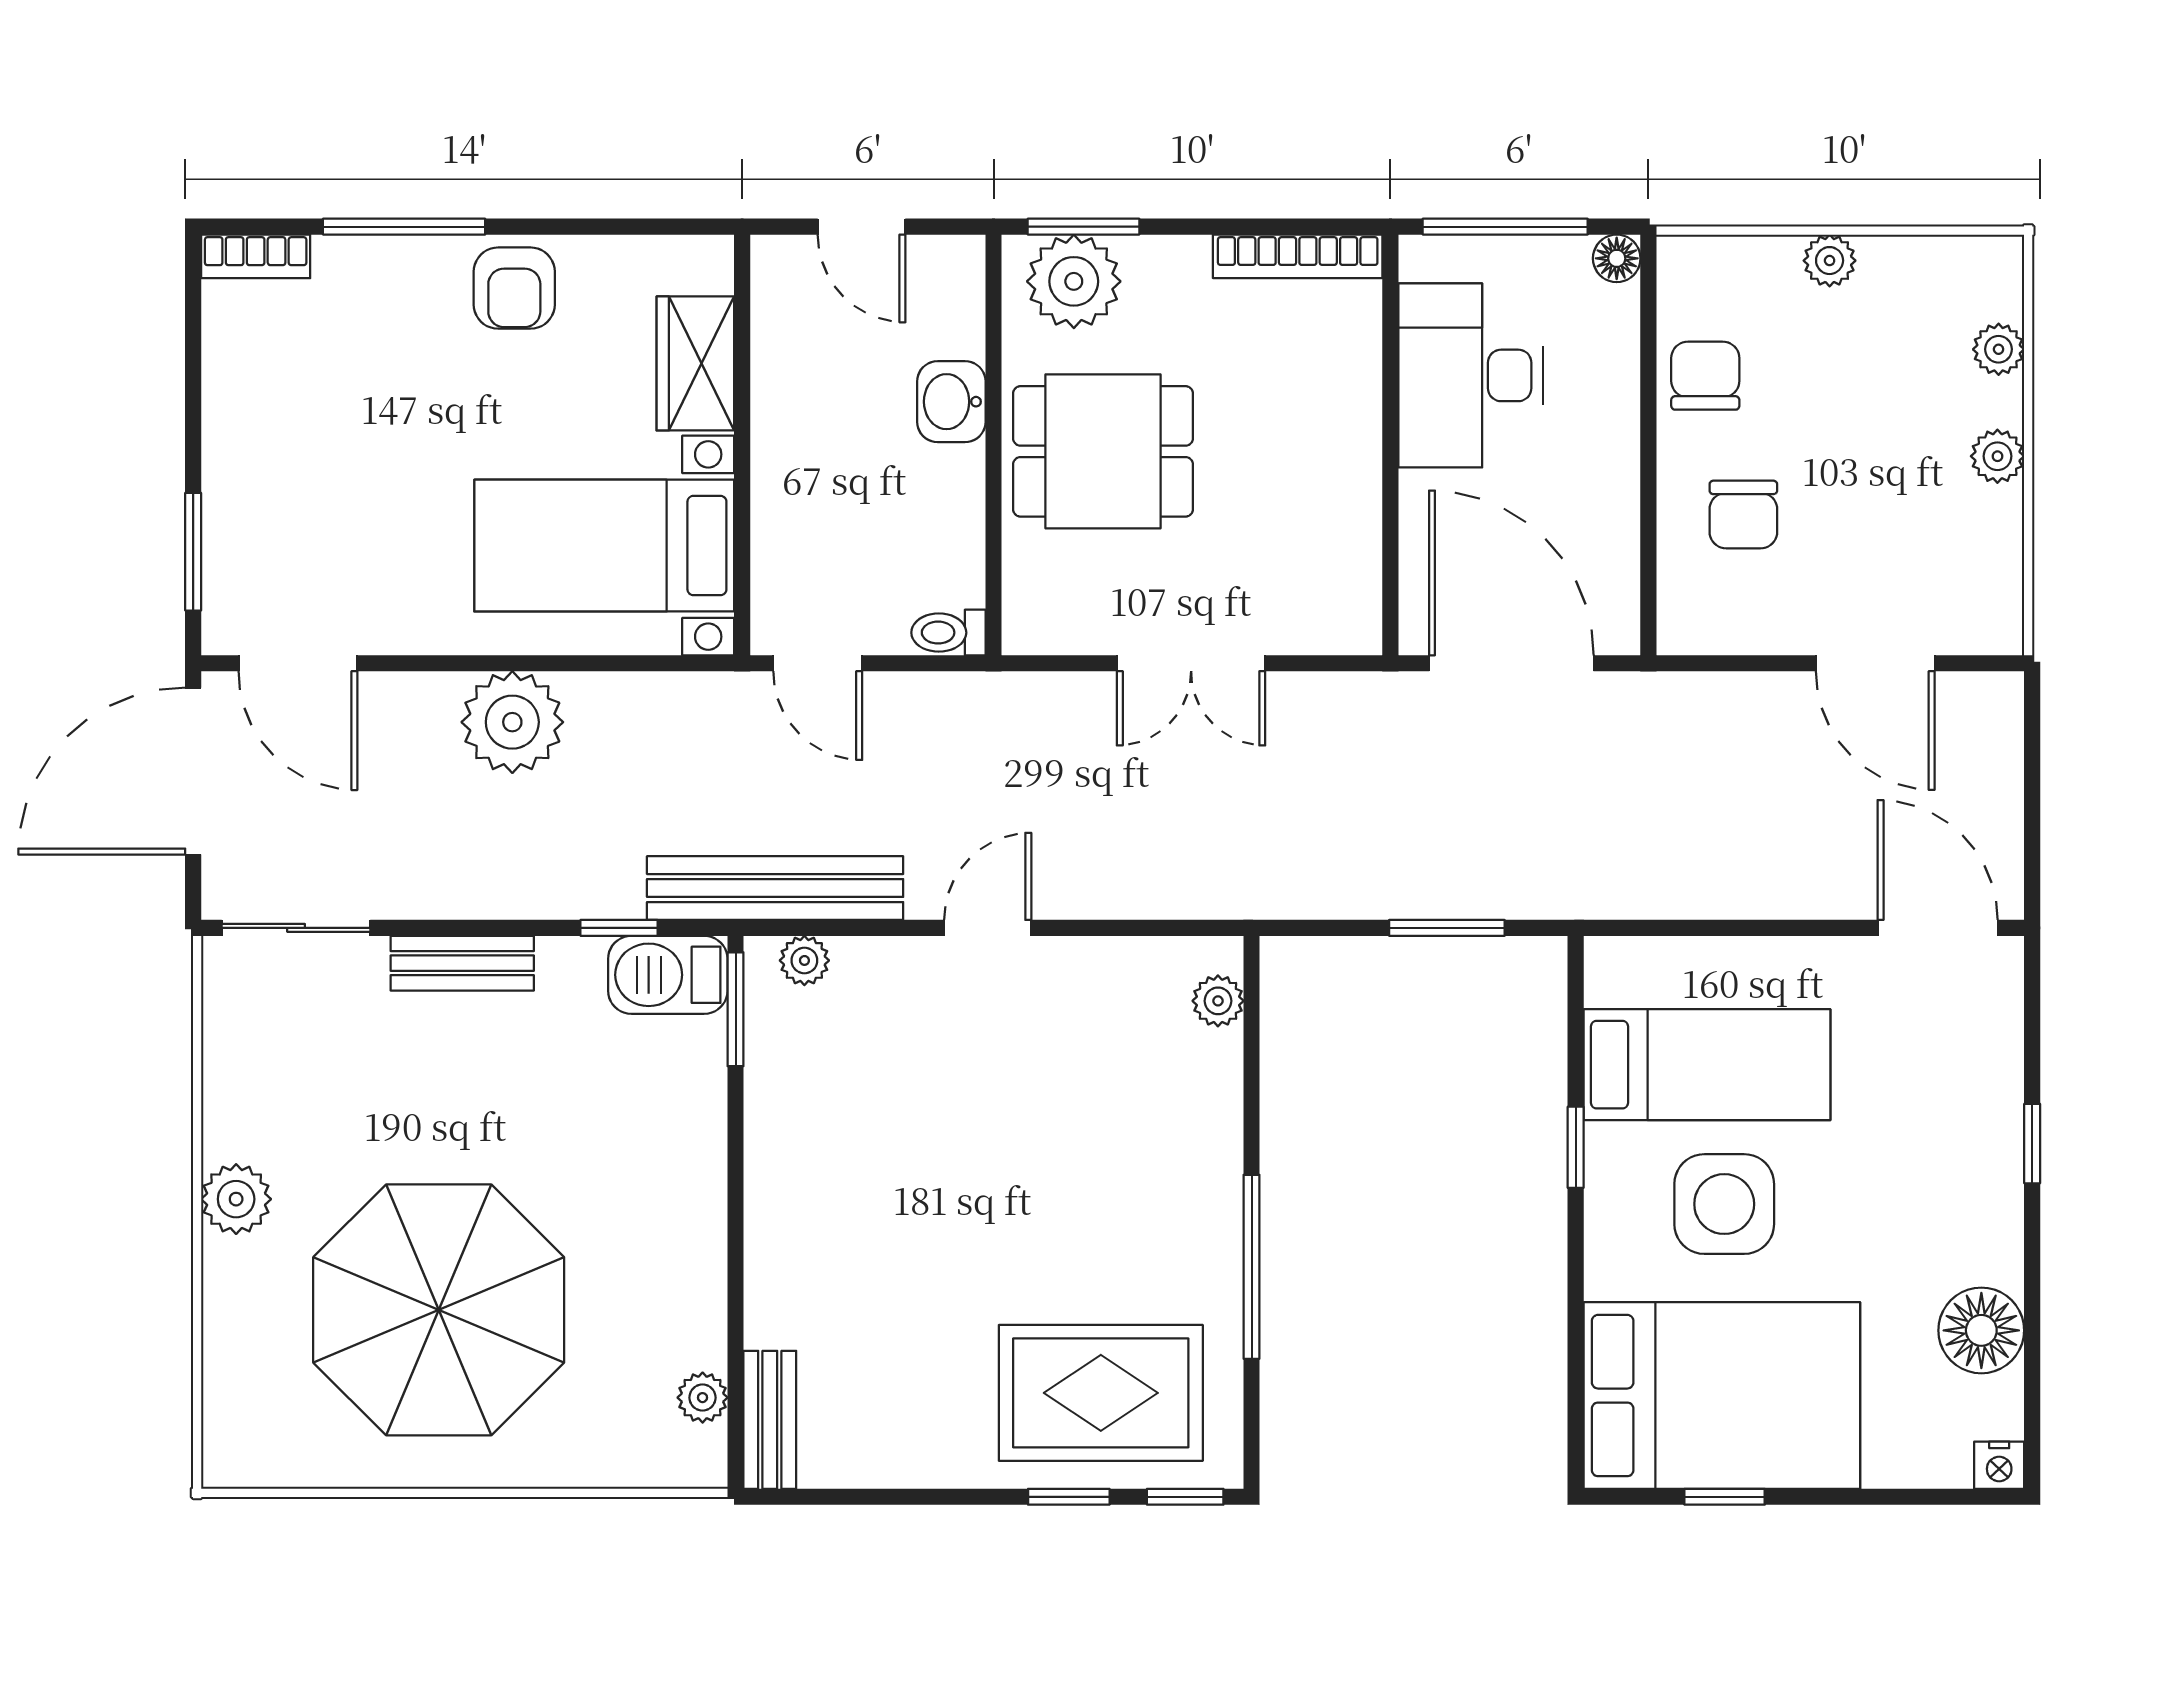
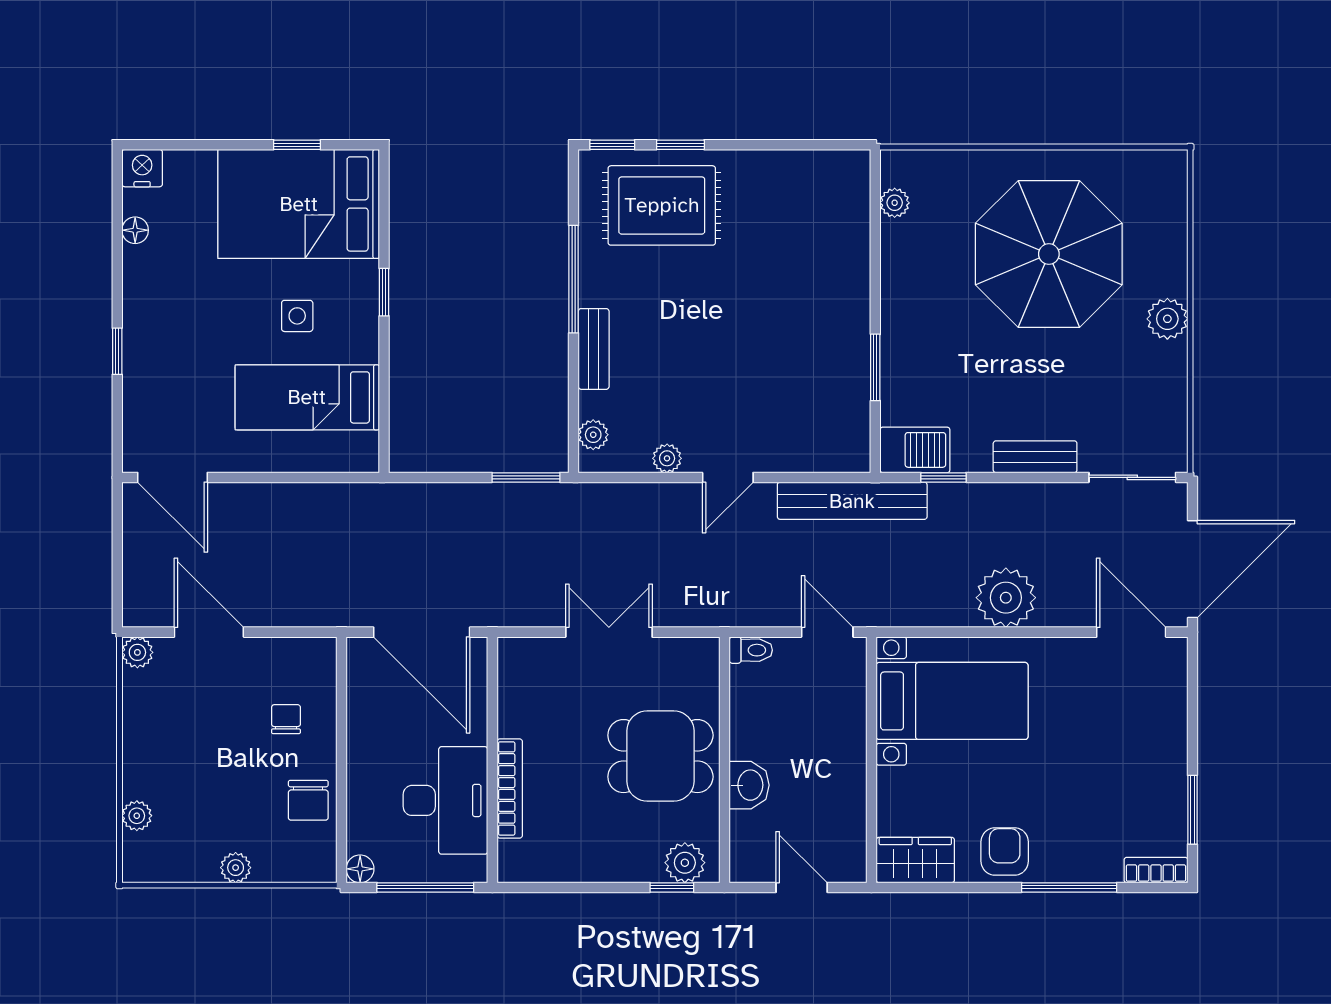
window: (1083, 227) -> (672, 887), width x0.67
bookcase: (1298, 256) -> (510, 788), moved, turned 90
plant: (1074, 281) -> (685, 863), width x0.73, depth x0.73
wardrobe: (695, 363) -> (915, 860), moved, turned -90
plant: (1997, 456) -> (137, 652), moved
chair: (1743, 515) -> (286, 719), width x0.73, depth x0.73
window: (193, 552) -> (1192, 810), moved
window: (1447, 928) -> (526, 477), moved
plant: (804, 960) -> (667, 458), moved
window: (736, 1009) -> (875, 367), moved
window: (1576, 1147) -> (384, 292), moved
side table: (1724, 1204) -> (297, 316), width x0.54, depth x0.54
floor lamp: (1981, 1330) -> (135, 230), width x0.53, depth x0.53
bench: (770, 1420) -> (594, 349), moved
nightstand: (1999, 1465) -> (142, 168), width x1.39, depth x1.35

